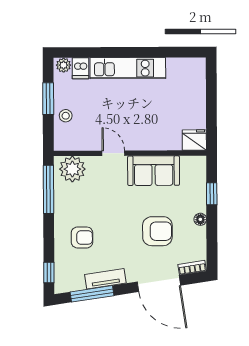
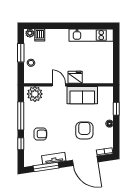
kitchen unit: (128, 68) -> (91, 35), moved
fridge: (194, 140) -> (75, 77), moved
window: (49, 189) -> (21, 116), moved
armchair: (157, 231) -> (84, 130), turned -90
window: (49, 272) -> (21, 144), moved

